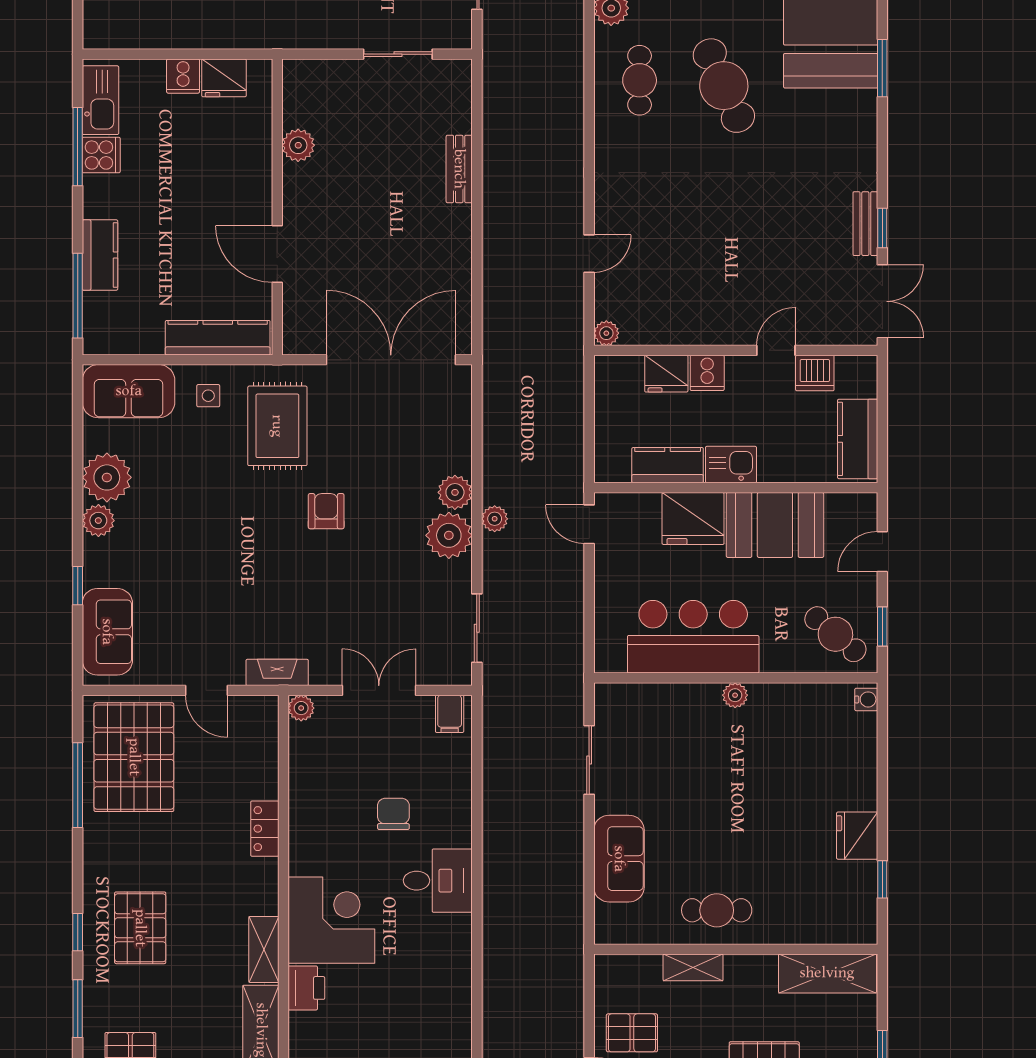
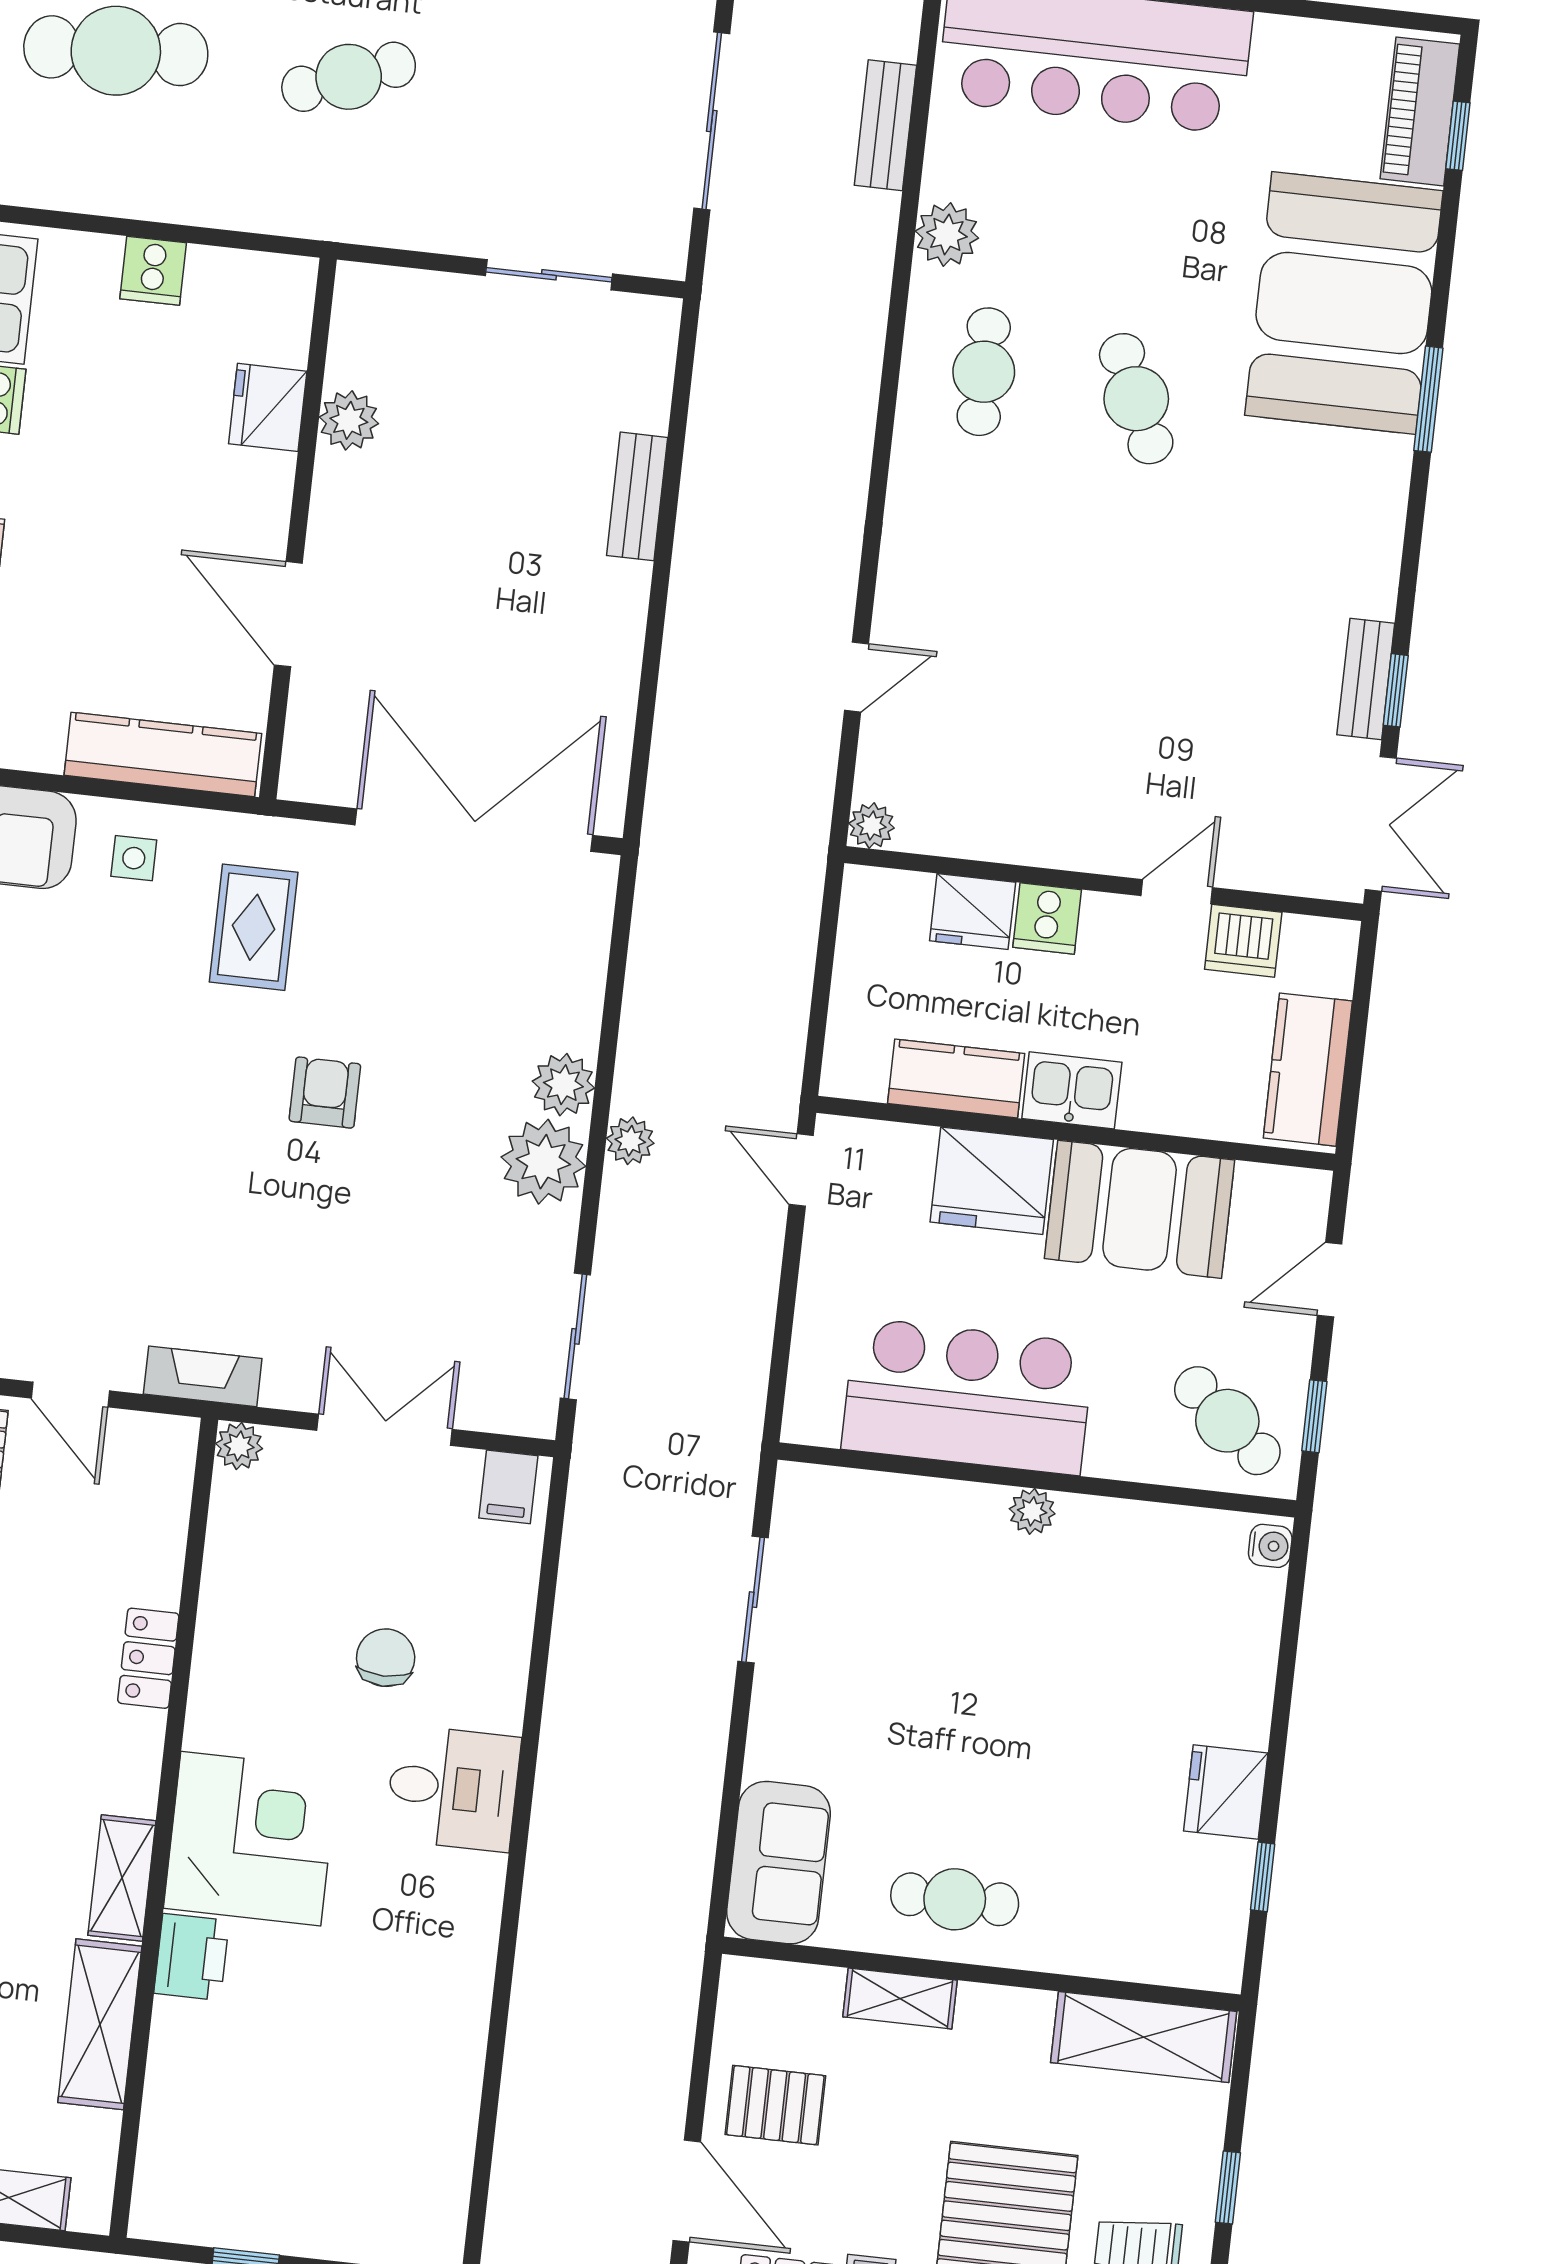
fridge: (224, 78) -> (268, 407), moved, turned 90
cafe table: (724, 86) -> (1136, 399), width x0.73, depth x0.74
rug: (277, 426) -> (254, 927), width x0.73, depth x0.70
sofa: (619, 859) -> (778, 1863), moved

